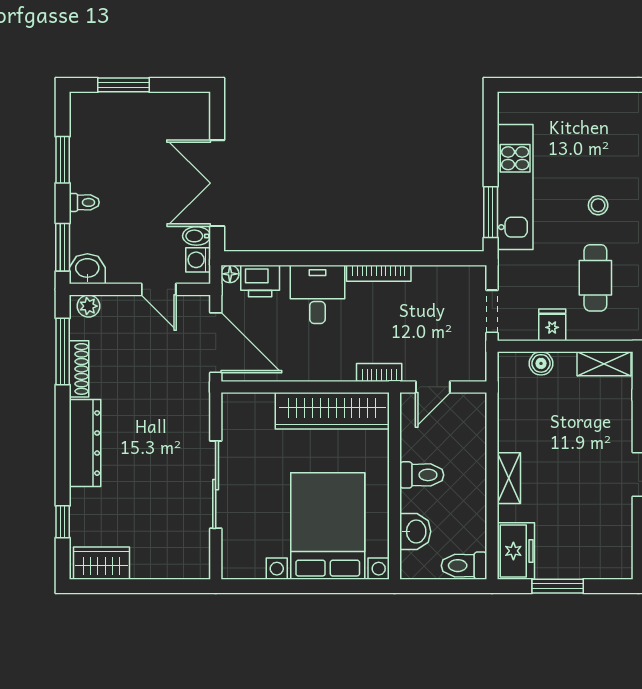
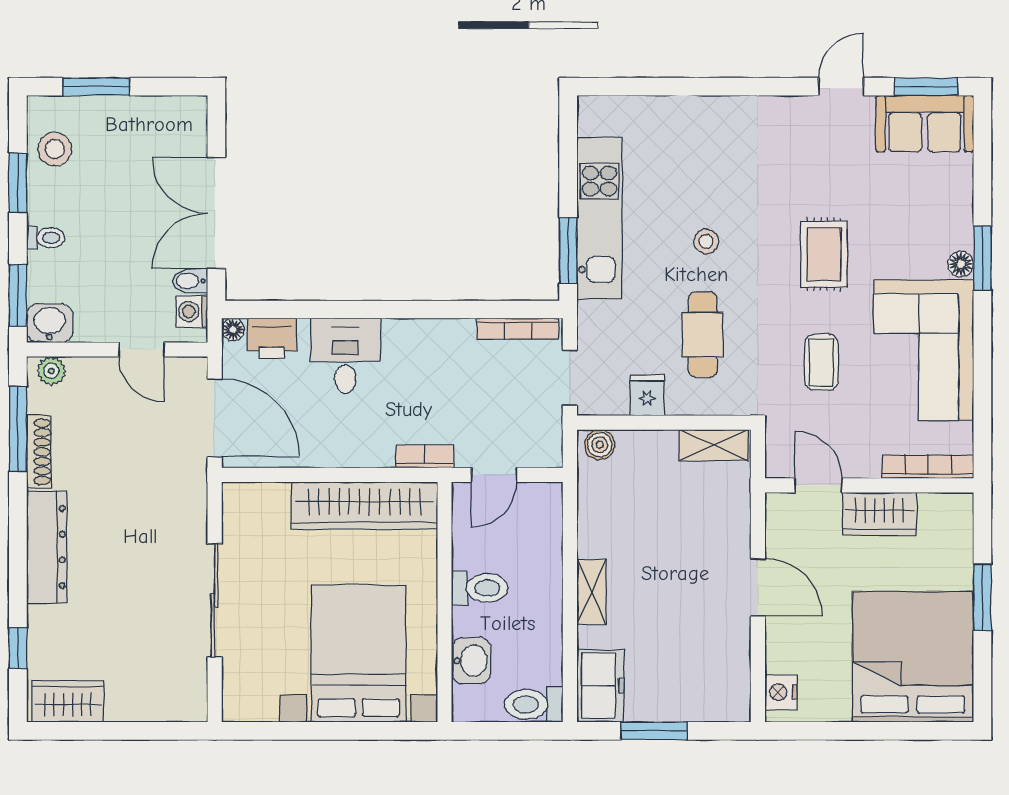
stool: (91, 133) -> (55, 149), added
bookcase: (379, 273) -> (518, 329), moved
boiler: (541, 363) -> (600, 445), moved

